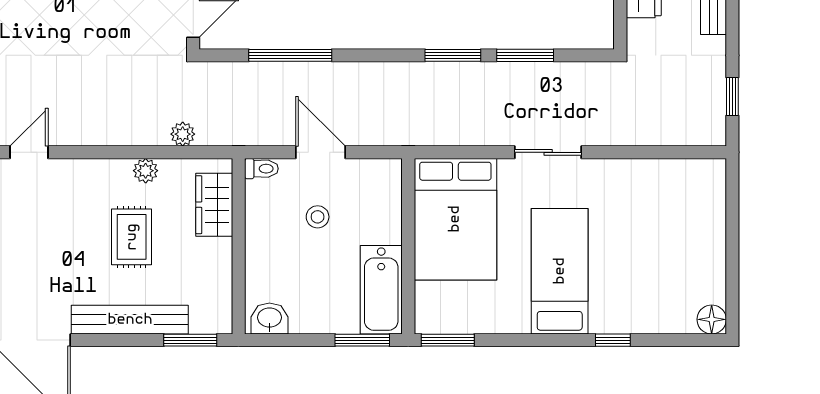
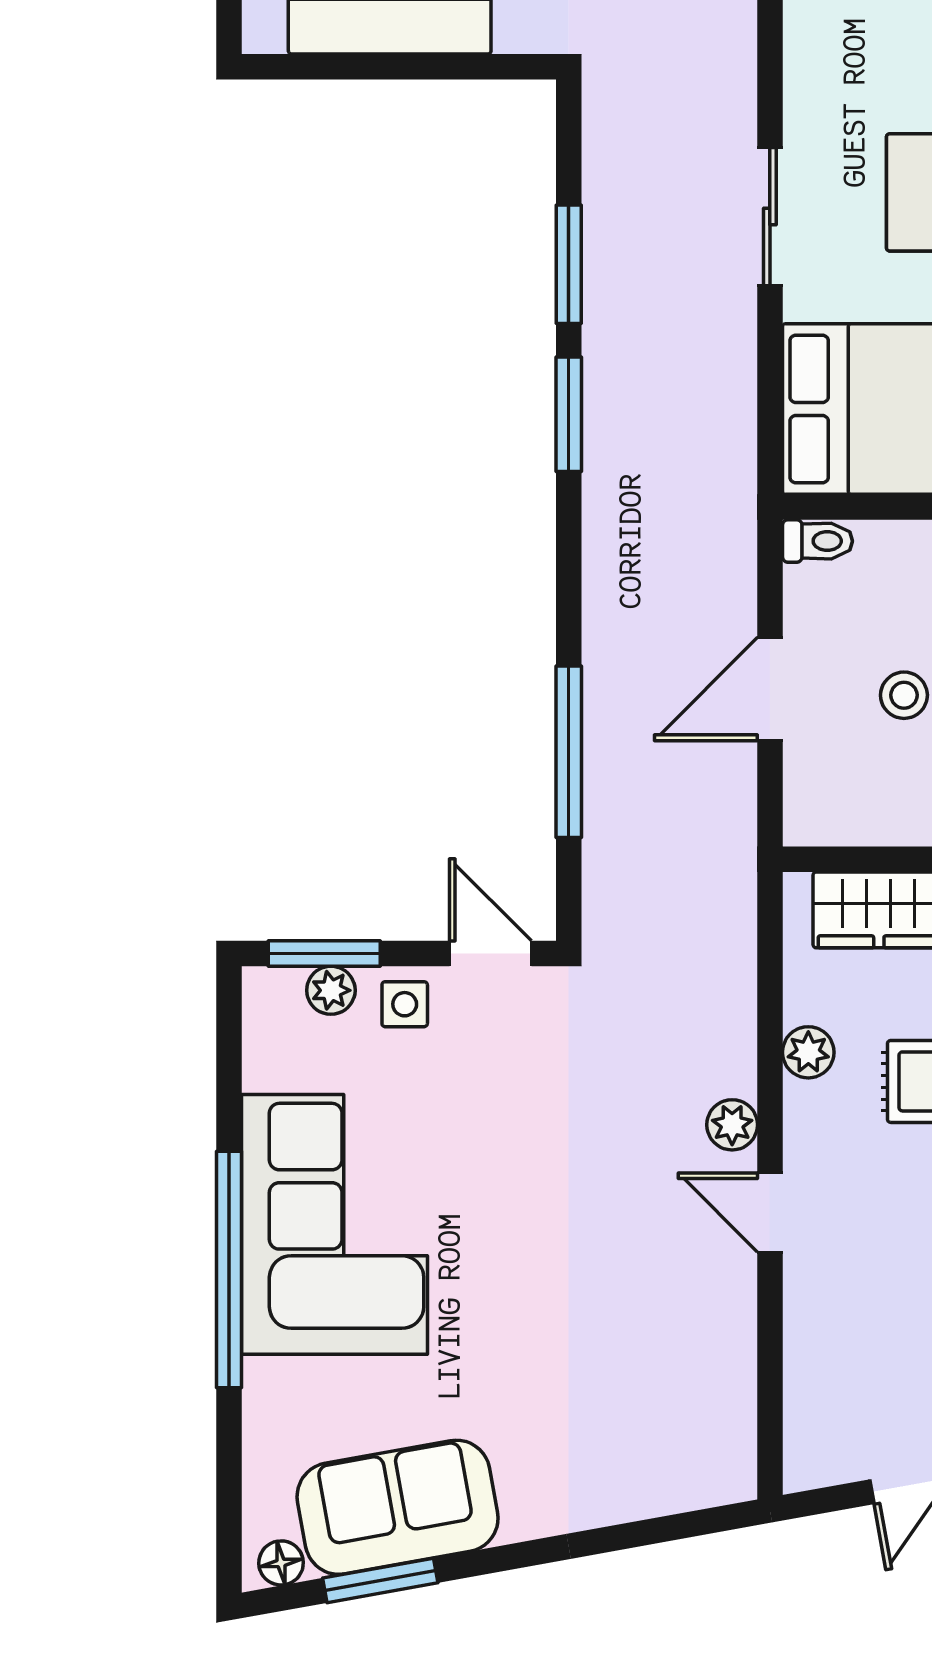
plant: (183, 134) -> (732, 1125), moved
door: (29, 152) -> (770, 1212), moved
toilet: (261, 169) -> (817, 541), moved, turned 90

